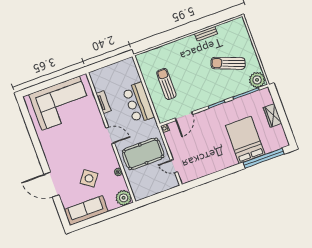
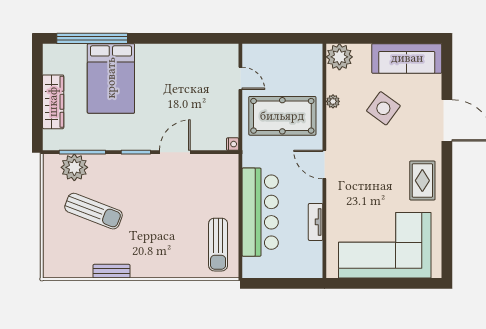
plant: (257, 80) -> (74, 167), moved
sun lounger: (166, 84) -> (218, 245), moved
bar counter: (138, 103) -> (260, 212), width x1.36
wardrobe: (272, 115) -> (53, 102), width x1.50
door: (184, 116) -> (175, 152), moved
rug: (53, 146) -> (422, 181), added

